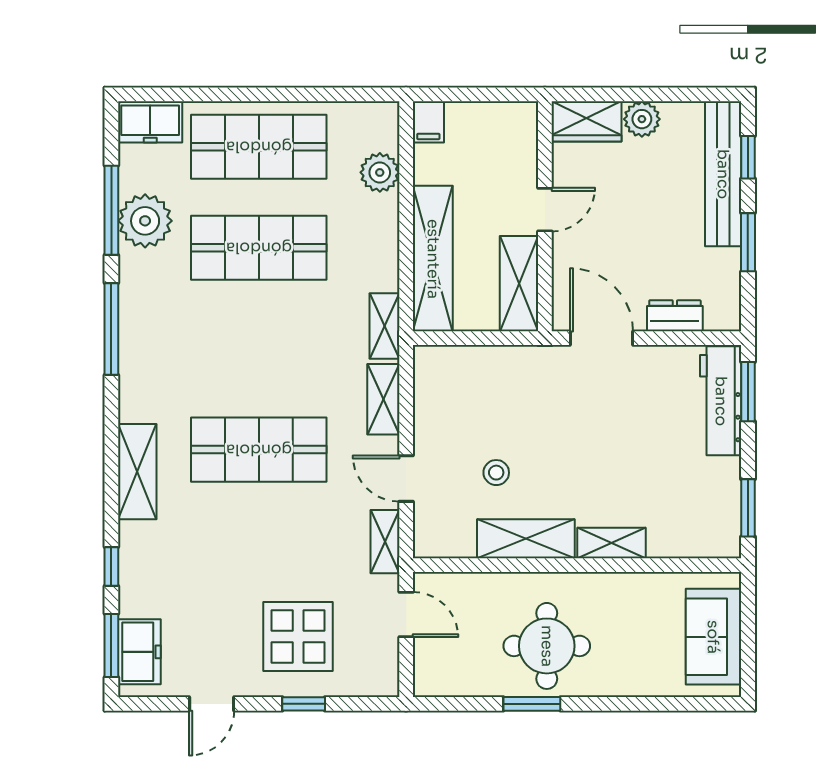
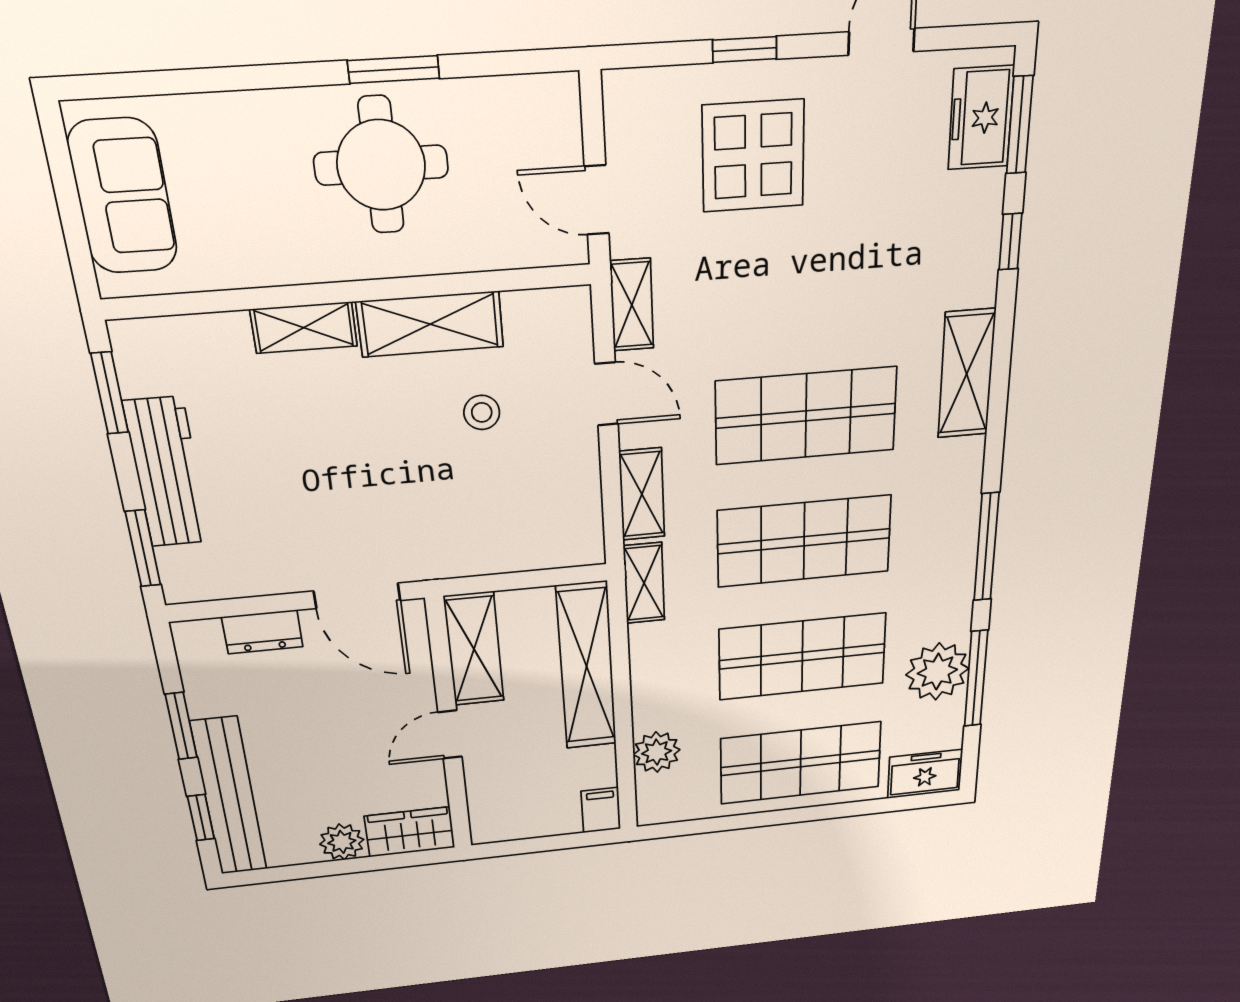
shop shelf: (259, 349) -> (804, 541), added
workbench: (721, 401) -> (167, 473), moved

